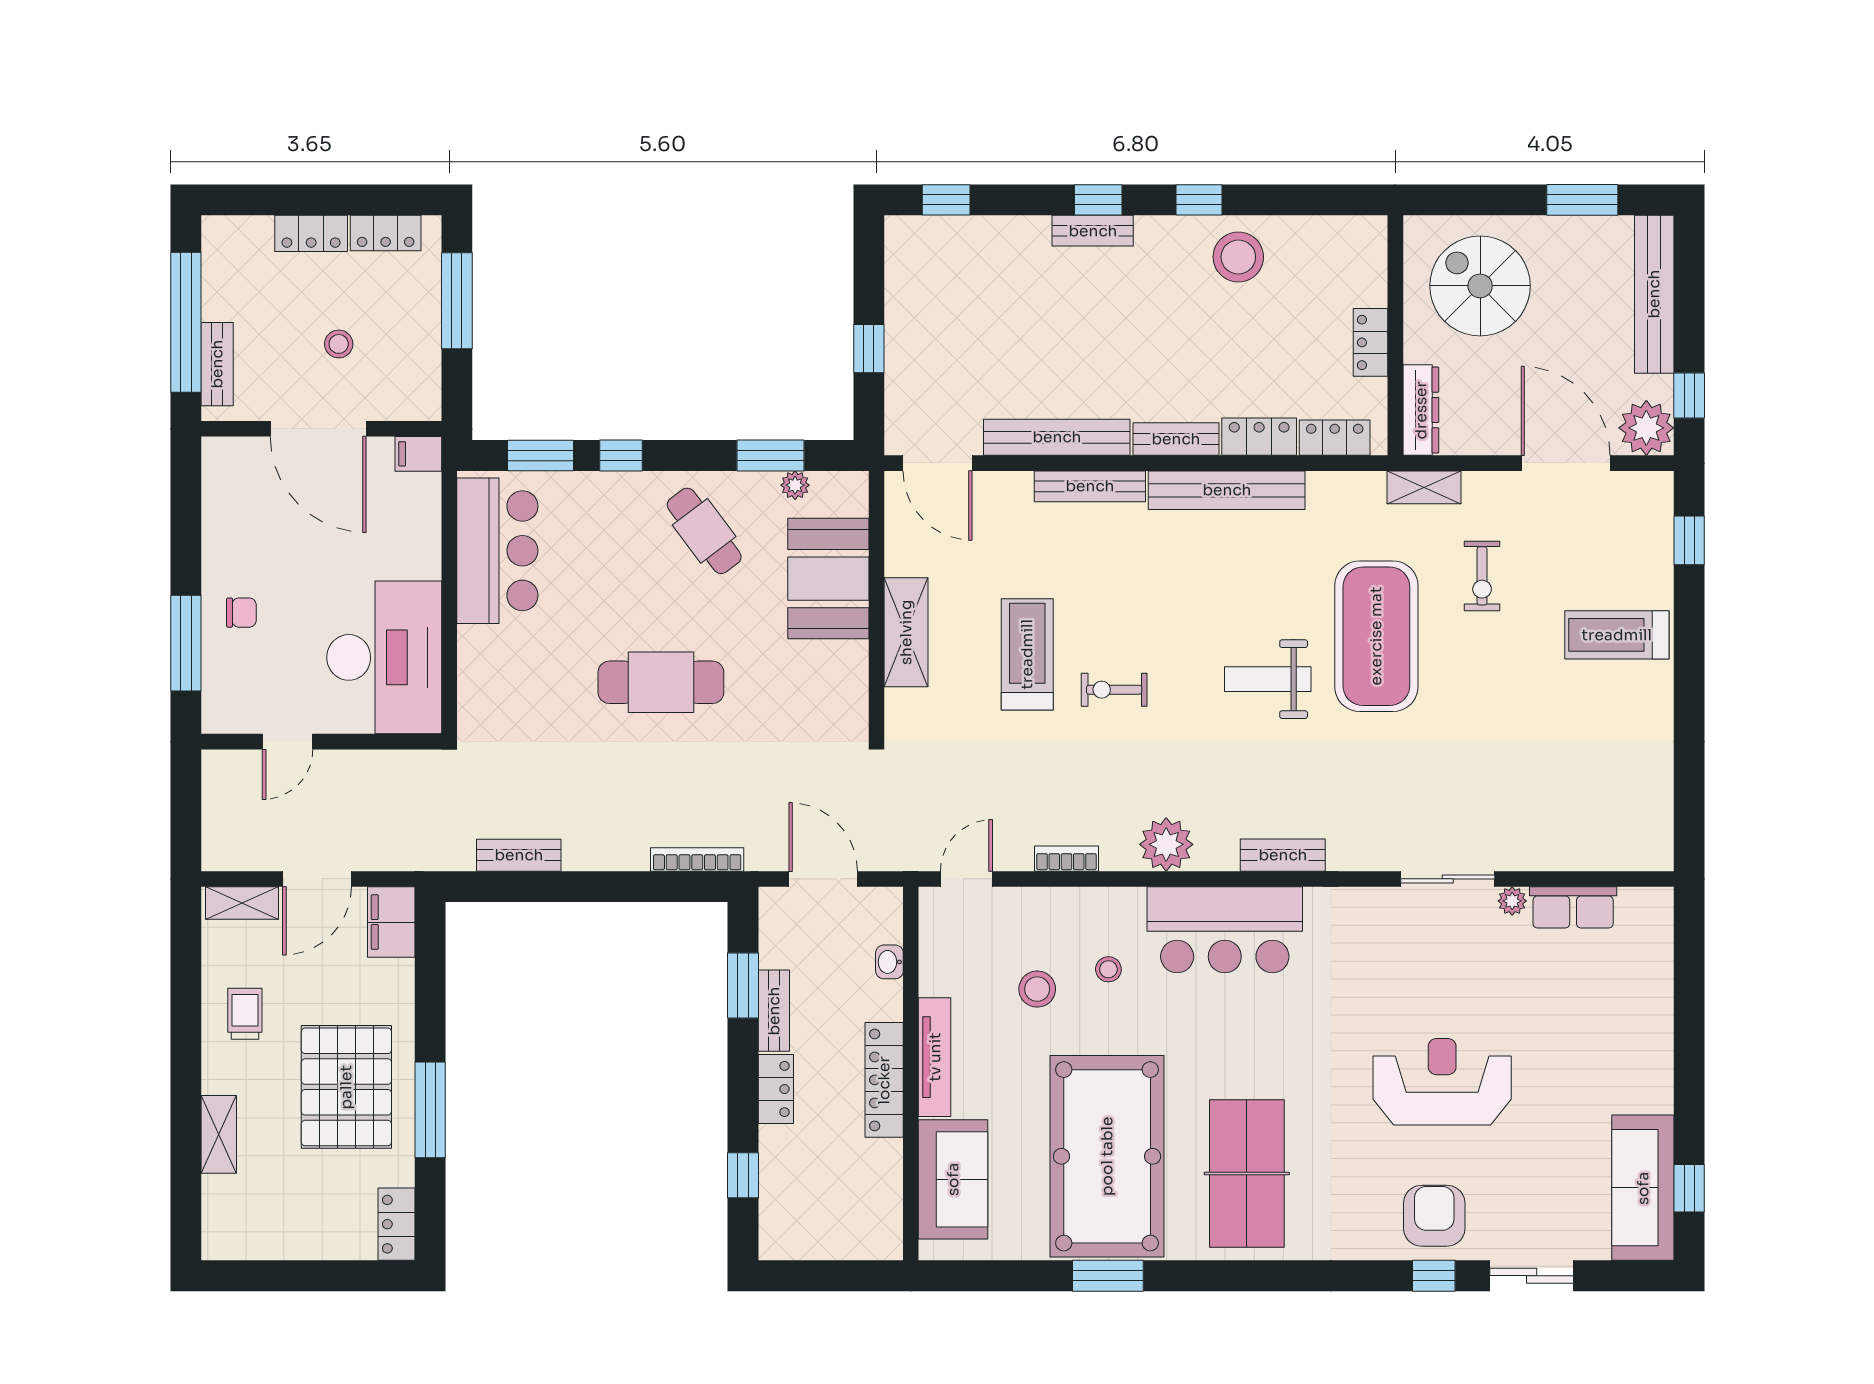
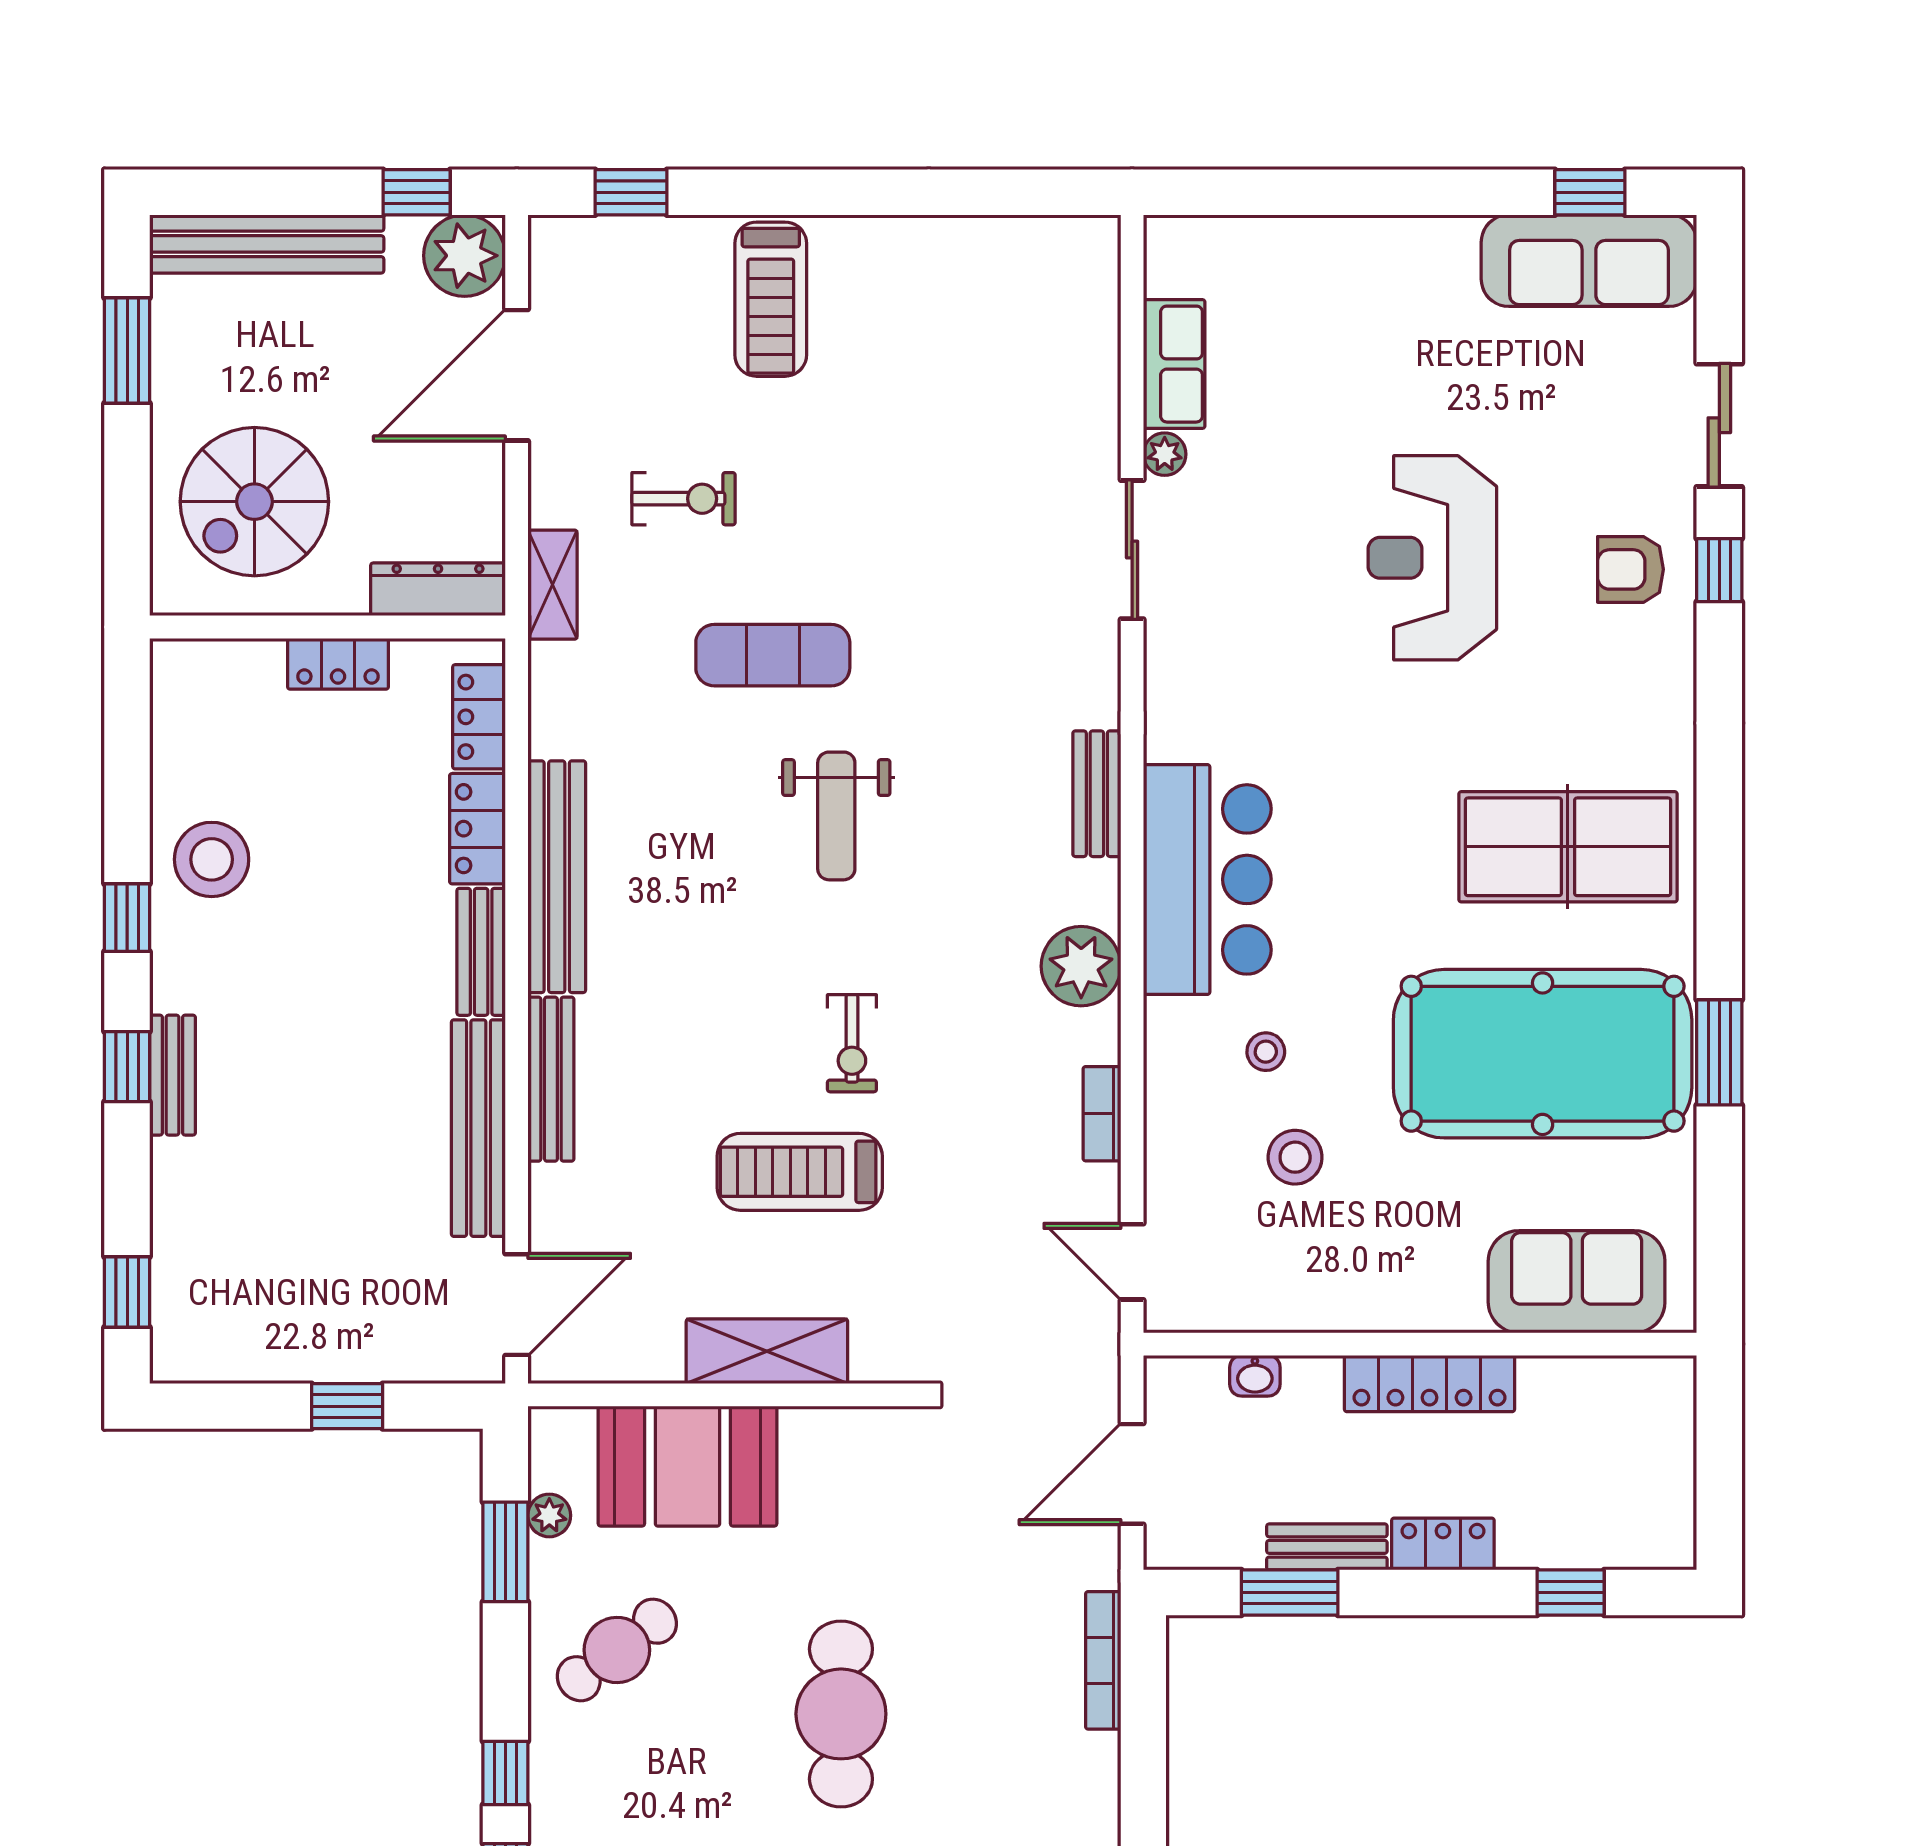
exercise mat: (1376, 636) -> (773, 655), width x0.50, depth x0.69
tv unit: (935, 1057) -> (1396, 1309), removed
armchair: (1434, 1216) -> (1631, 569), width x0.72, depth x0.72

